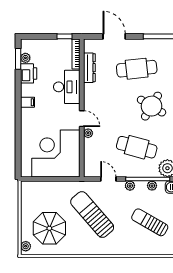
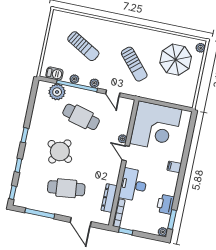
plant: (25, 58) -> (163, 232), moved
filing cabinet: (27, 102) -> (174, 167), moved
sun lounger: (92, 215) -> (134, 64), width x0.73, depth x0.75

